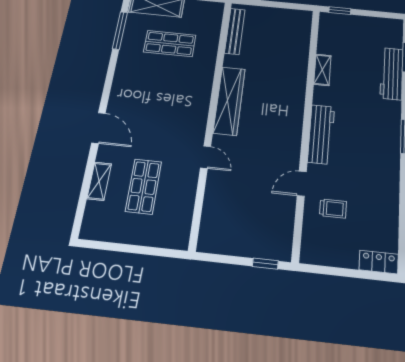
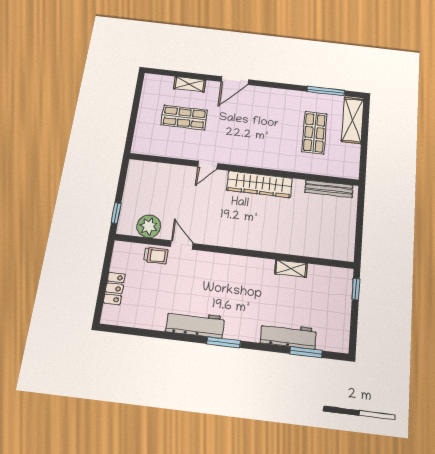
workbench: (321, 134) -> (195, 324), moved, turned 180
trolley: (333, 208) -> (156, 256), moved, turned -90
plant: (281, 223) -> (149, 226), added
locker: (379, 262) -> (114, 288), moved

